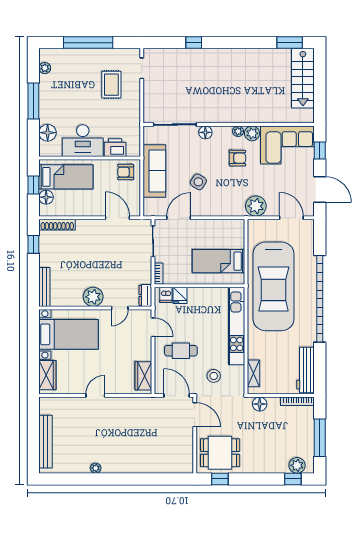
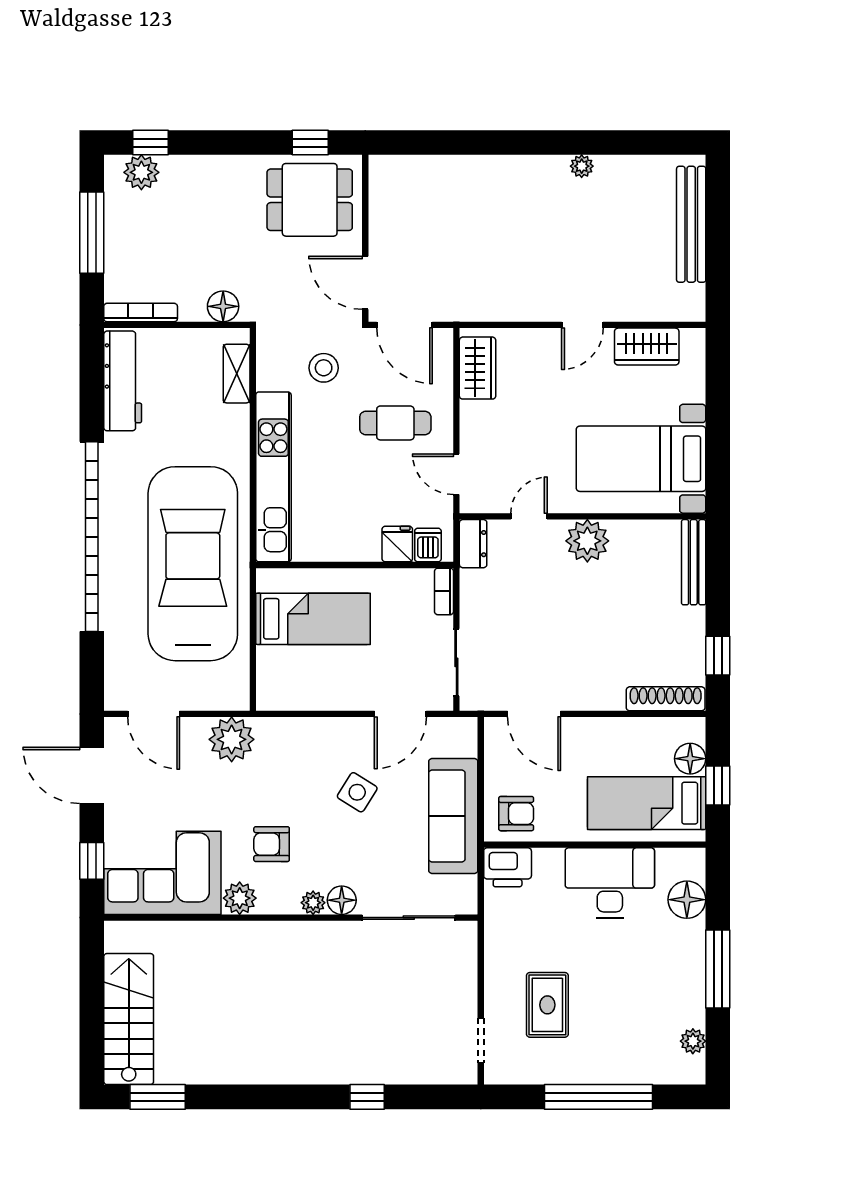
plant: (238, 131) -> (313, 903), moved
printer: (115, 148) -> (508, 867), moved
wardrobe: (47, 375) -> (647, 347), moved, turned -90

